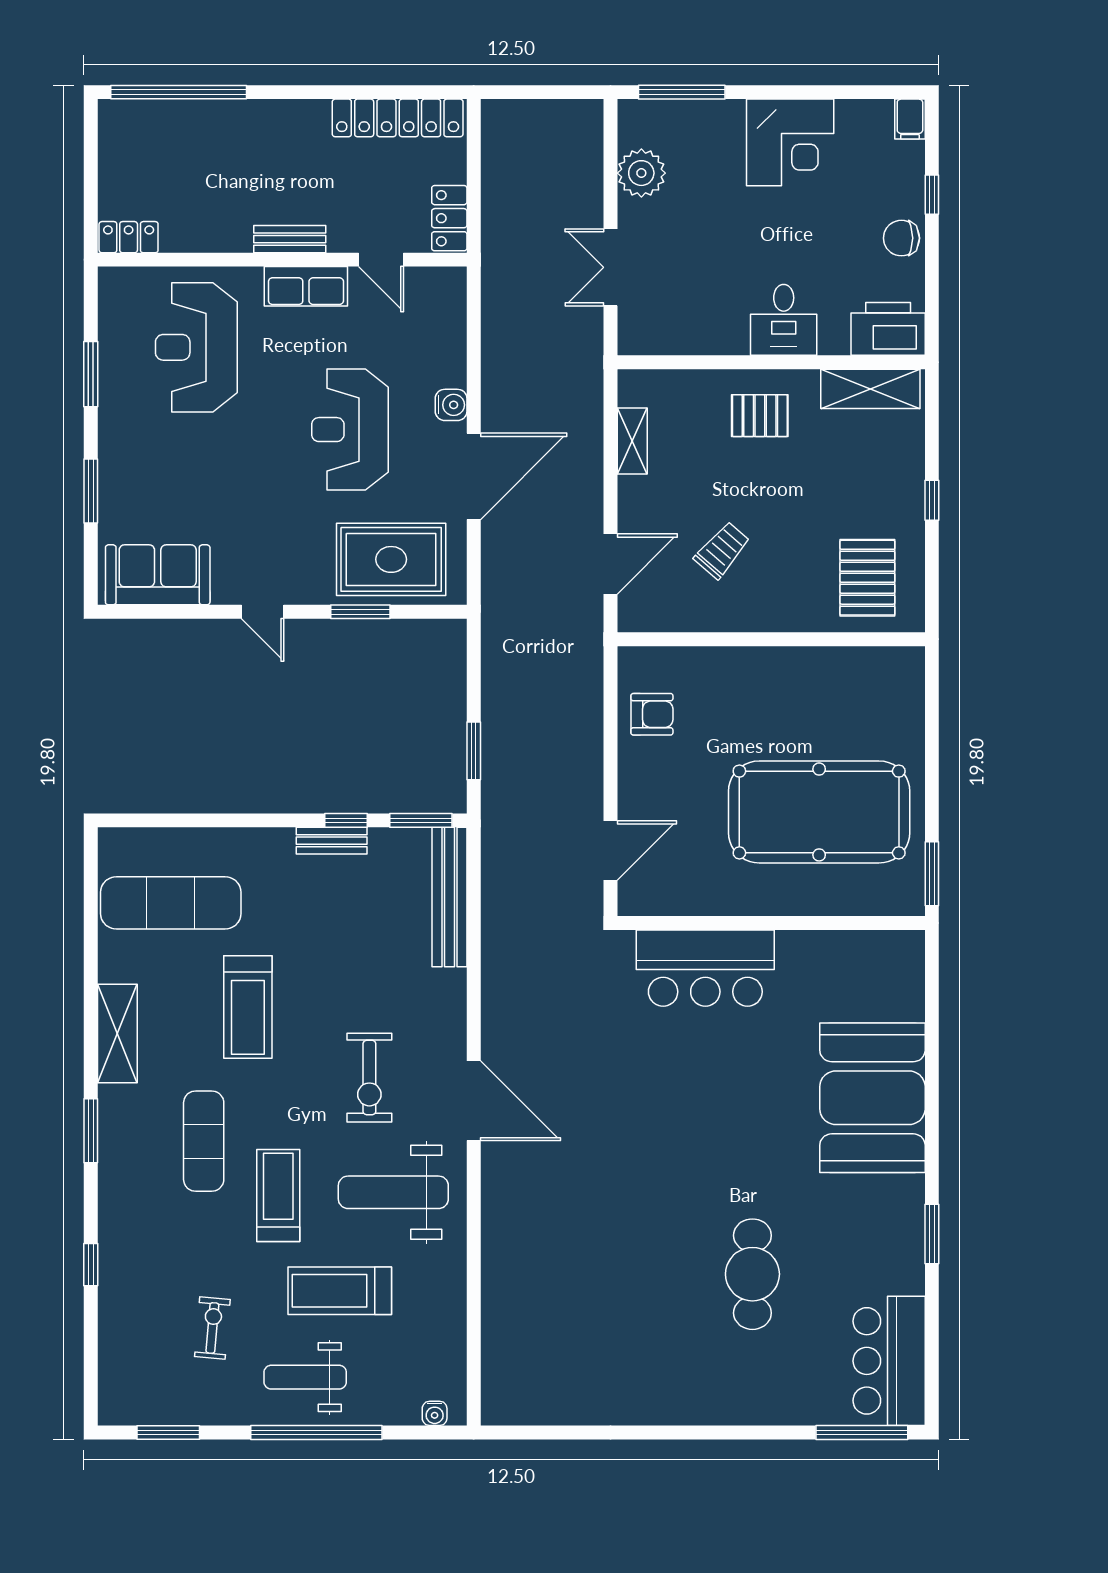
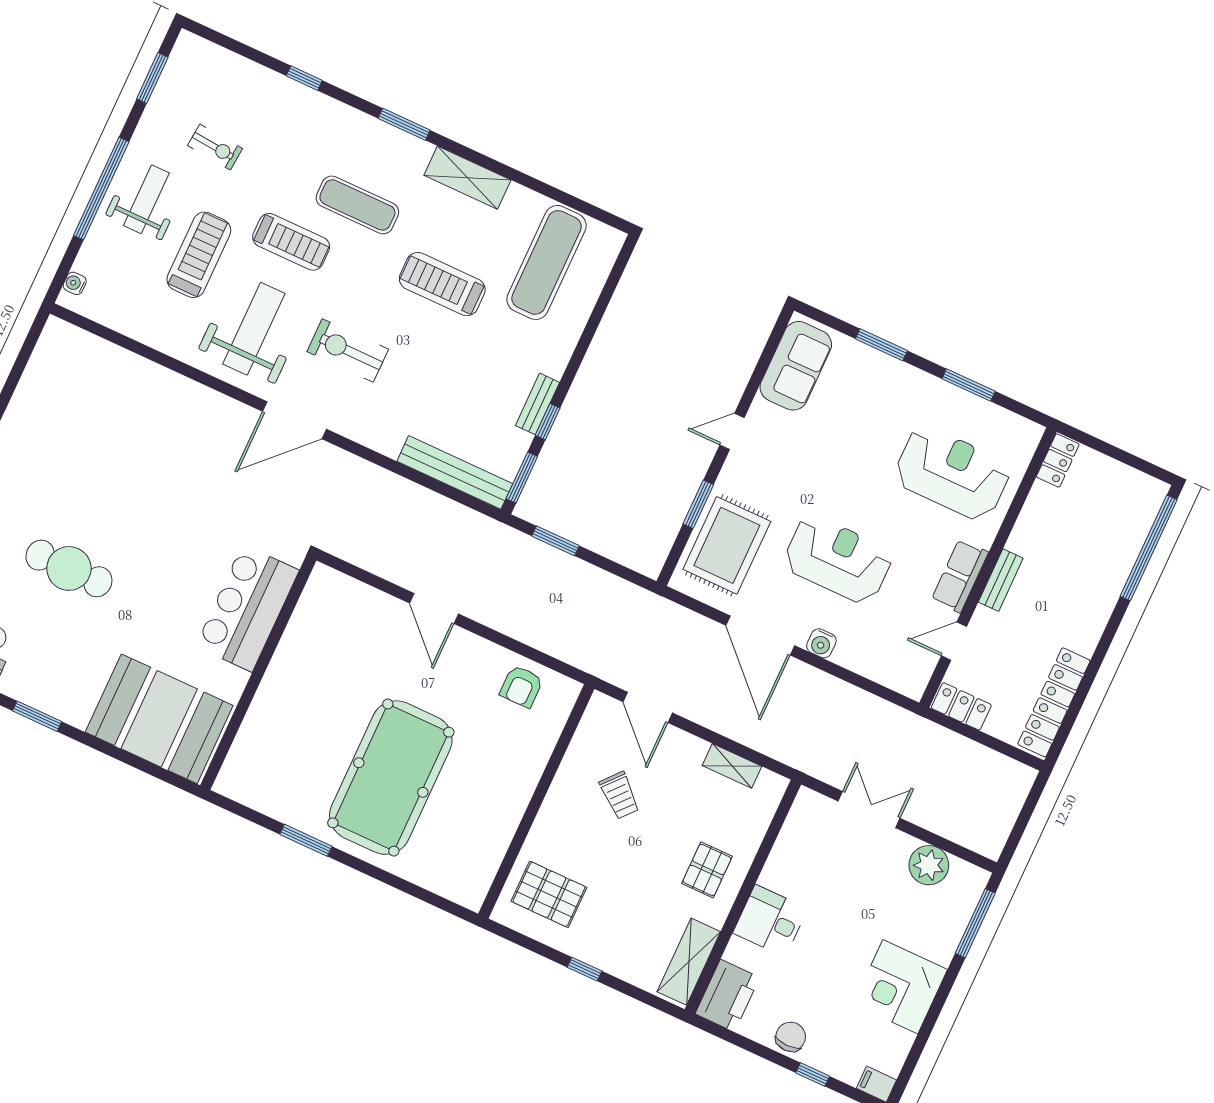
wall: (771, 923) -> (258, 673), moved
bar counter: (705, 968) -> (247, 608), moved

